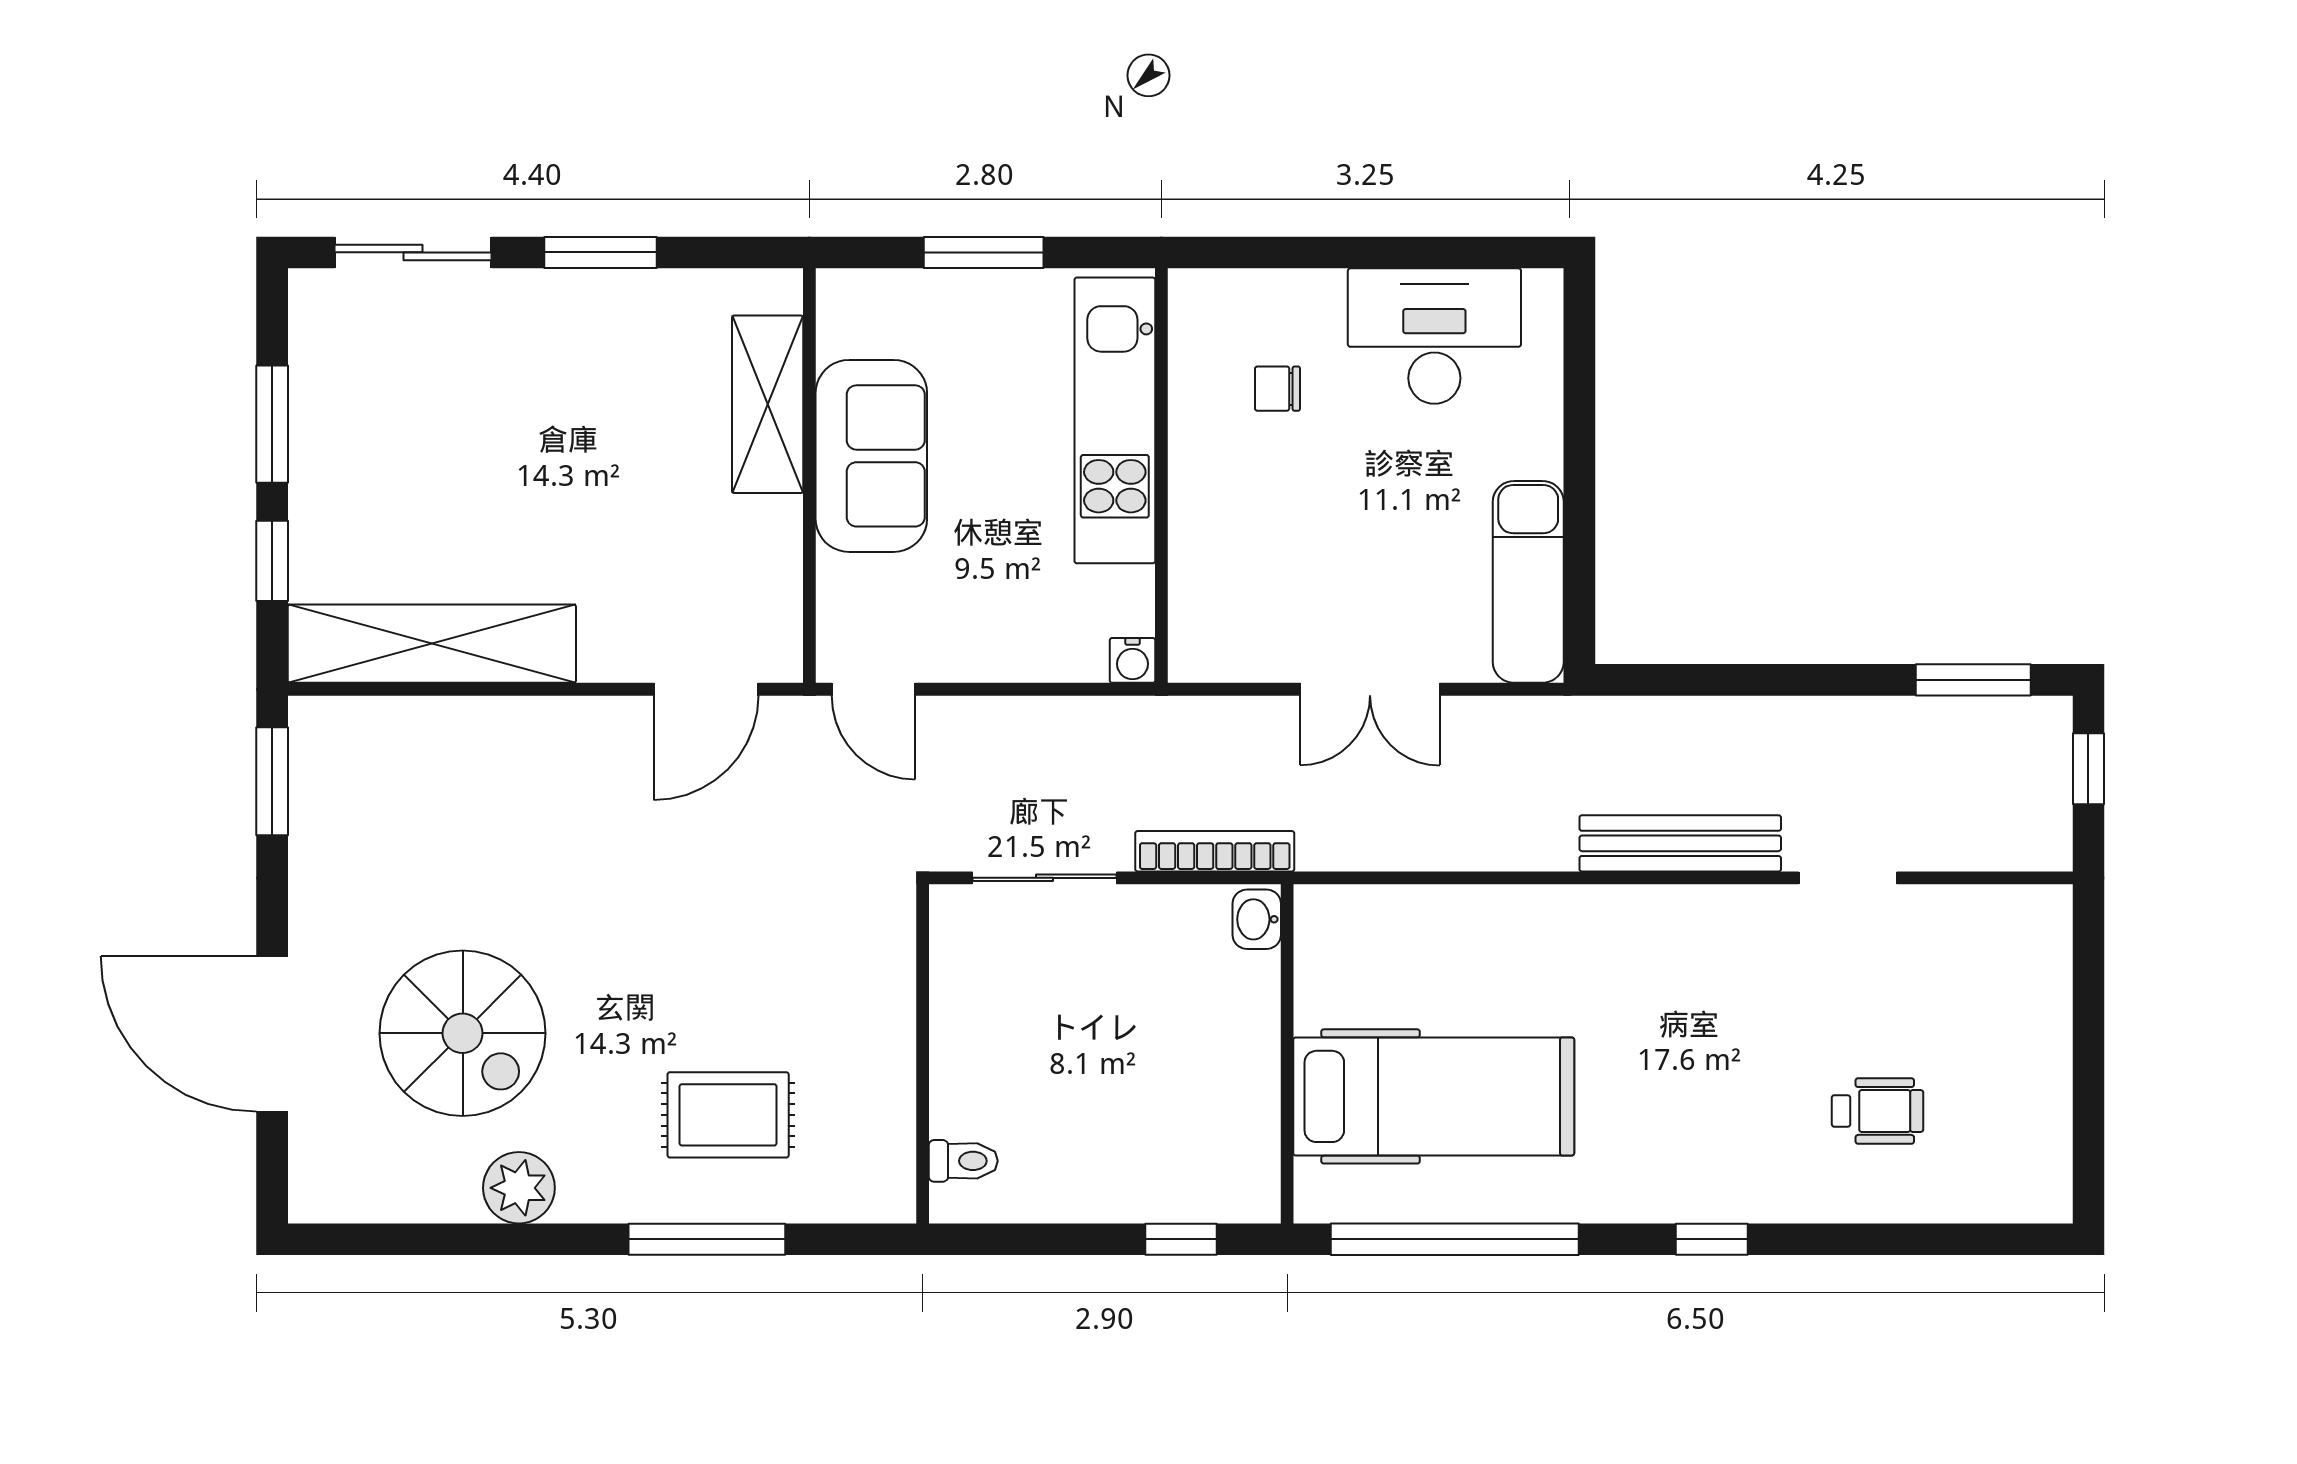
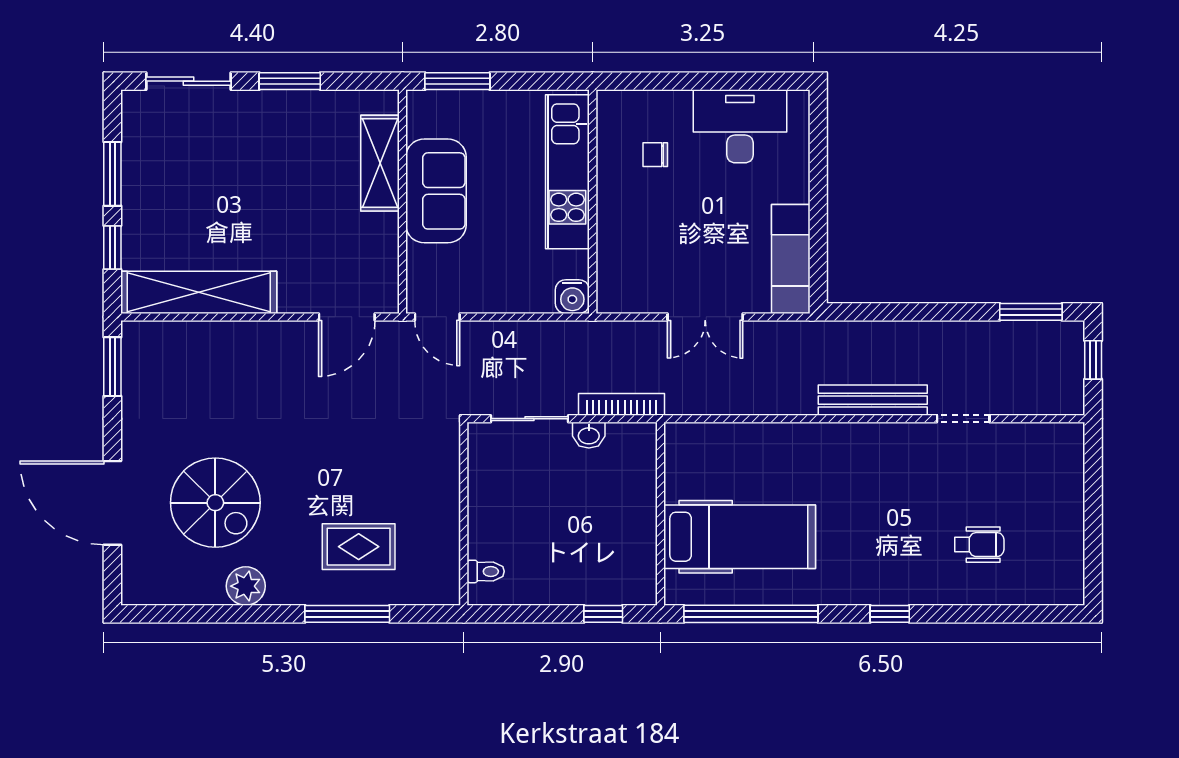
window: (984, 252) -> (457, 81), moved
water cooler: (1133, 660) -> (572, 297), width x1.38, depth x1.38
washbasin: (1257, 919) -> (589, 435), moved, turned -90

